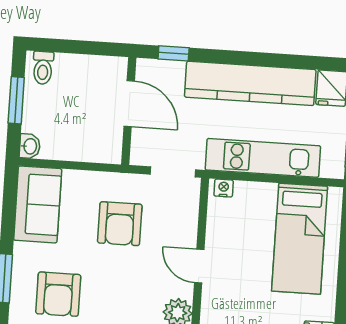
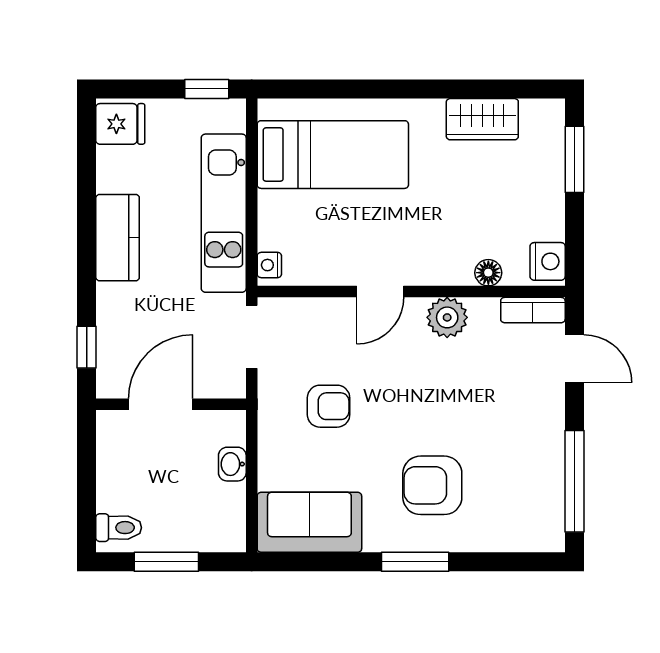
kitchen counter: (250, 83) -> (118, 238), width x0.48, depth x0.86
washbasin: (30, 146) -> (232, 464), moved, turned -90
armchair: (120, 224) -> (329, 406), width x0.72, depth x0.72
armchair: (58, 294) -> (432, 485), turned 180

